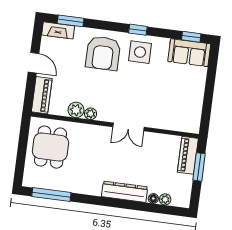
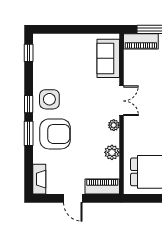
window: (71, 21) -> (29, 133), moved
sofa: (189, 53) -> (108, 58), moved, turned 180
door: (34, 63) -> (73, 198), swing flipped
plant: (91, 114) -> (114, 125), moved

